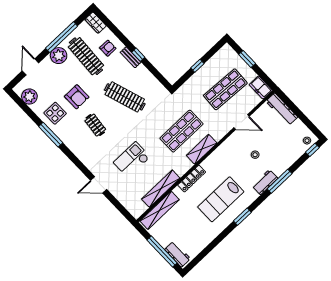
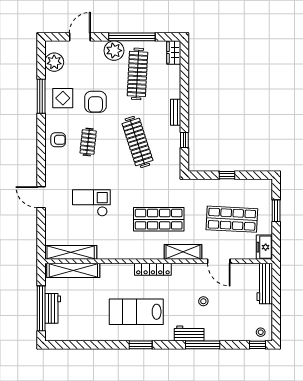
armchair: (108, 48) -> (58, 140), moved
window: (138, 55) -> (184, 140), moved
window: (51, 135) -> (41, 96), moved
shelving: (202, 149) -> (183, 252), moved
locker: (192, 179) -> (153, 269), moved
shelving: (161, 189) -> (71, 252), moved
workbench: (178, 254) -> (53, 308), moved

